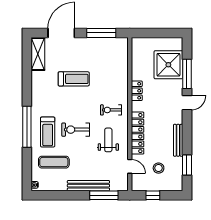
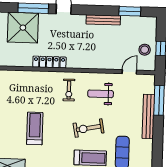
locker: (137, 91) -> (49, 62), width x1.53
exercise bike: (76, 130) -> (89, 128), turned 79
locker: (138, 133) -> (94, 63), removed
stool: (159, 168) -> (145, 50), moved

